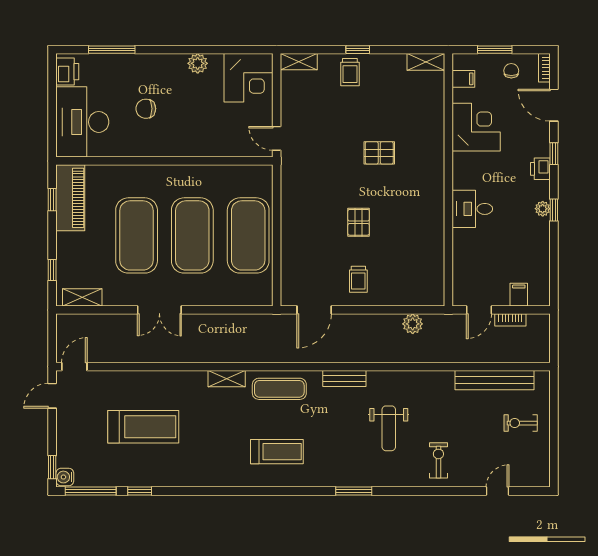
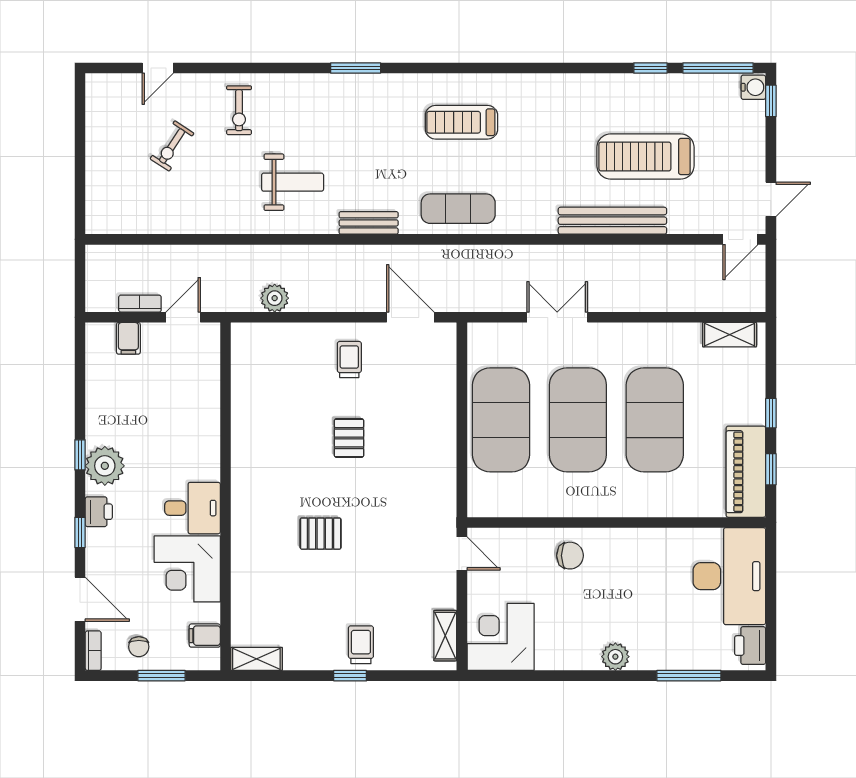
shelving: (299, 62) -> (445, 636), moved, turned 90
plant: (198, 63) -> (615, 657), moved
chair: (146, 109) -> (570, 556), moved
desk: (472, 209) -> (193, 508), moved
plant: (543, 209) -> (105, 466), width x1.88, depth x1.88
window: (52, 270) -> (771, 413), moved
double door: (159, 310) -> (557, 317), moved
door: (314, 310) -> (410, 317), hinge flipped
shelving: (227, 379) -> (531, 223), removed
bench: (495, 380) -> (612, 221), moved
exercise bike: (521, 423) -> (172, 146), moved, turned 123
weight bench: (389, 428) -> (293, 182), moved, turned 90

